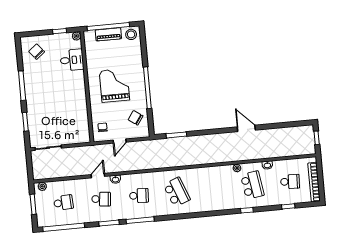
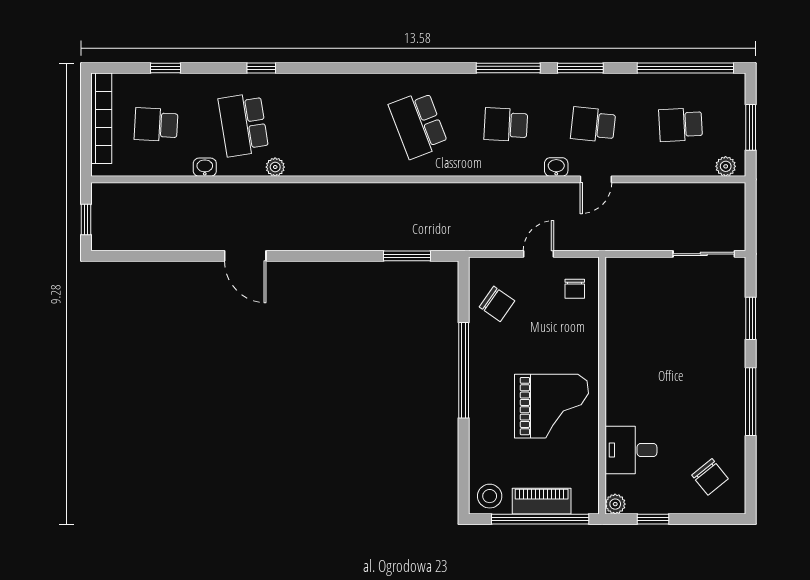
grand piano: (114, 85) -> (551, 406), moved, turned -90

